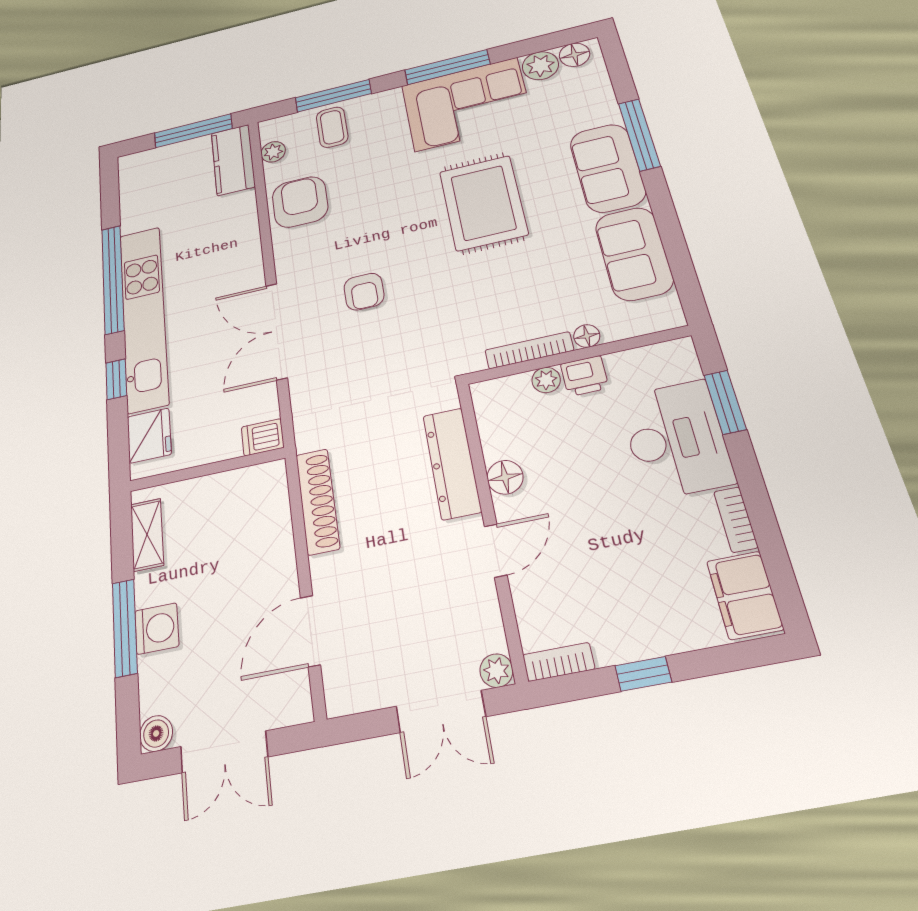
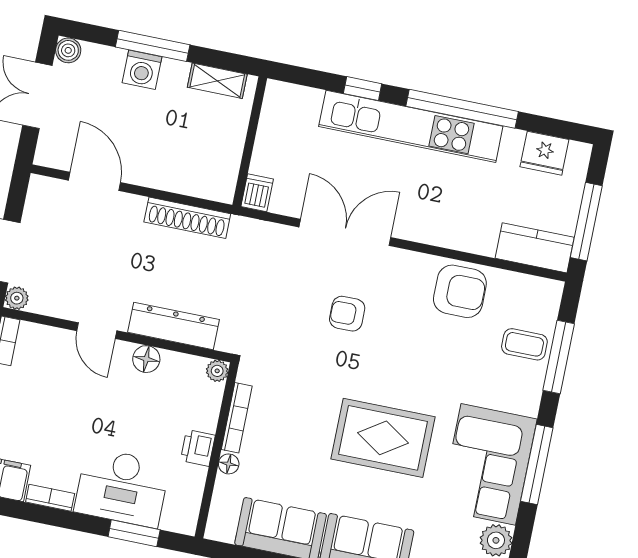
plant: (273, 152) -> (525, 285), removed
plant: (546, 380) -> (217, 371), moved
fridge: (149, 436) -> (544, 153), moved

